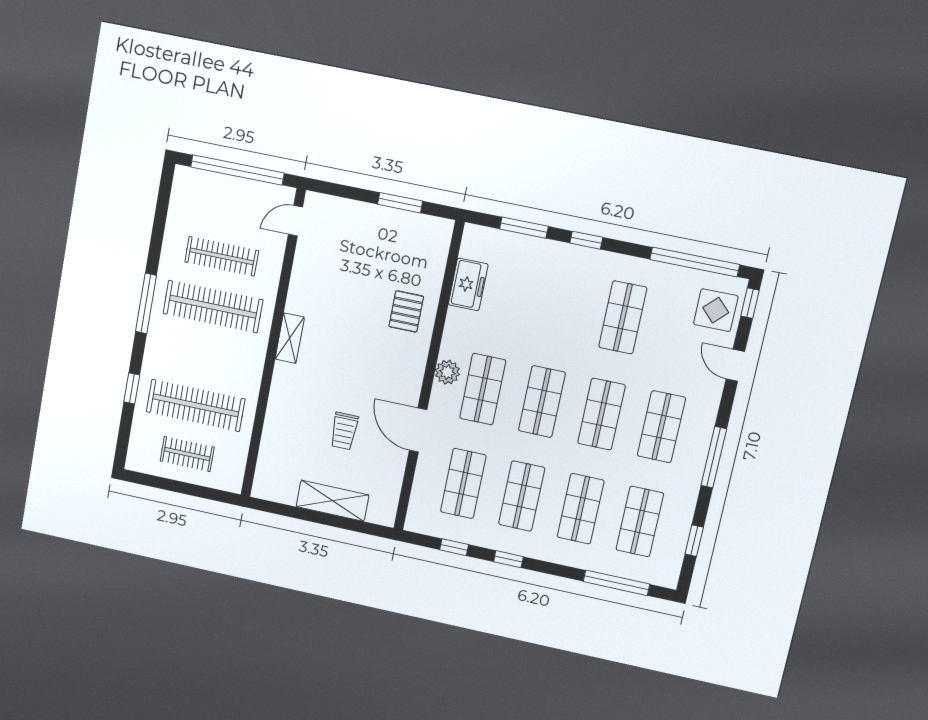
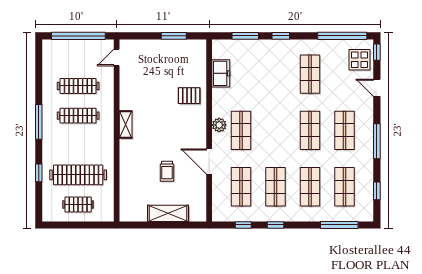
clothes rail: (213, 307) -> (78, 116), width x0.73, depth x0.76
pallet: (406, 311) -> (189, 96), turned 90
shop shelf: (542, 402) -> (275, 130), removed

